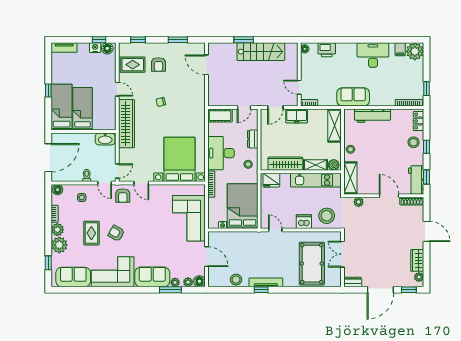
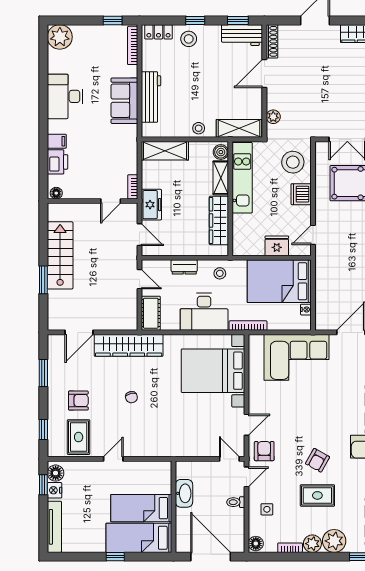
tv unit: (64, 48) -> (54, 527), width x1.41
filing cabinet: (400, 49) -> (57, 141), moved
sofa: (353, 97) -> (124, 101), moved
wardrobe: (126, 124) -> (129, 345), moved, turned 180
washbasin: (105, 139) -> (184, 493), moved
fridge: (271, 180) -> (277, 246), moved, turned -90
armchair: (123, 196) -> (264, 451), turned -90

